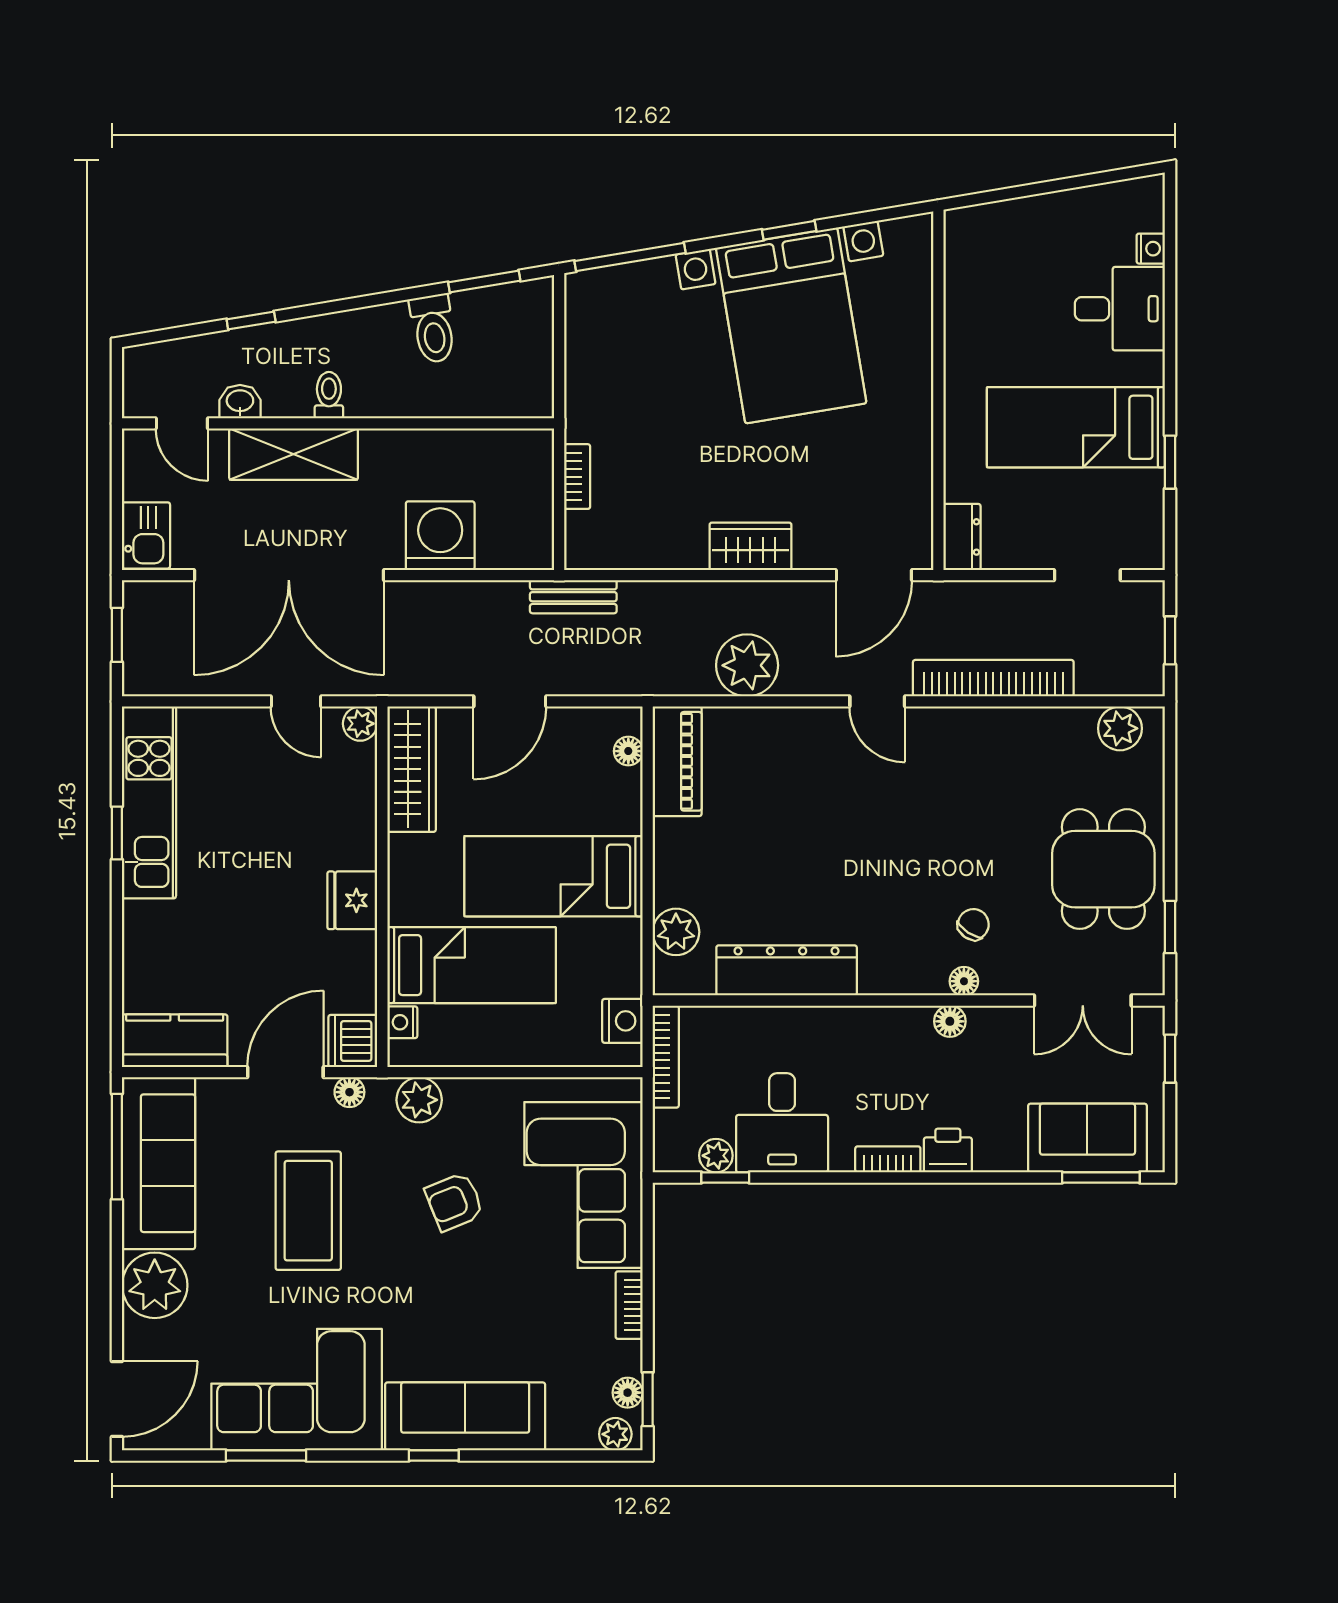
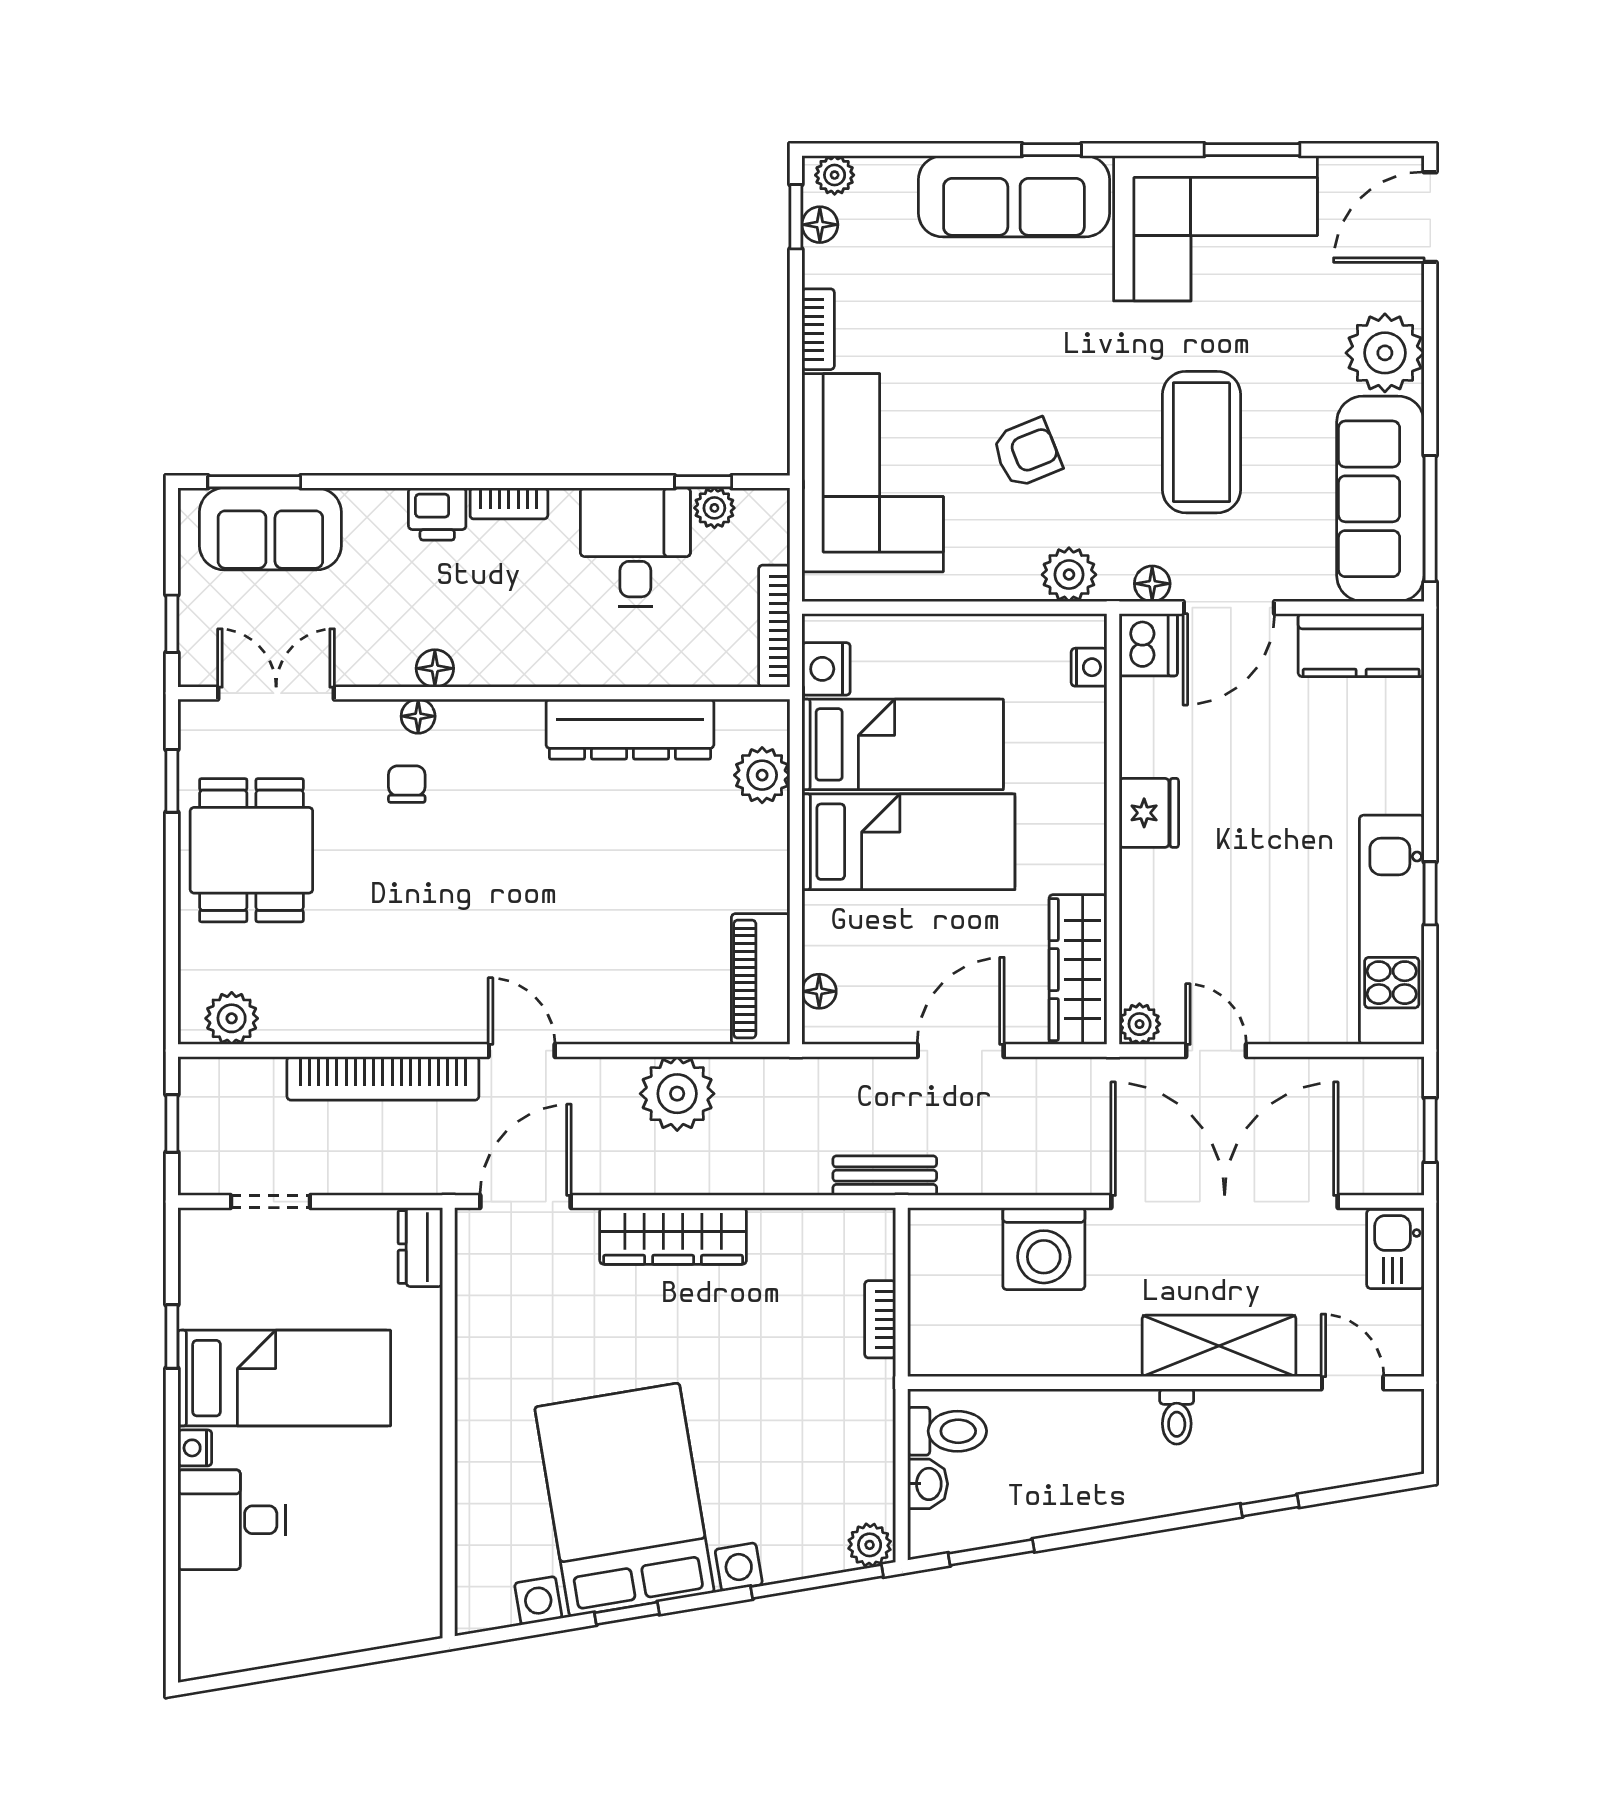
nightstand: (1151, 249) -> (195, 1448), moved
plant: (586, 288) -> (870, 1545), added
toilet: (433, 329) -> (947, 1431), moved, turned 100
washbasin: (240, 402) -> (928, 1484), moved, turned -90
wardrobe: (750, 546) -> (673, 1236), width x1.50
chair: (973, 924) -> (407, 784), turned 146
bed: (472, 965) -> (903, 744), moved, turned 180

